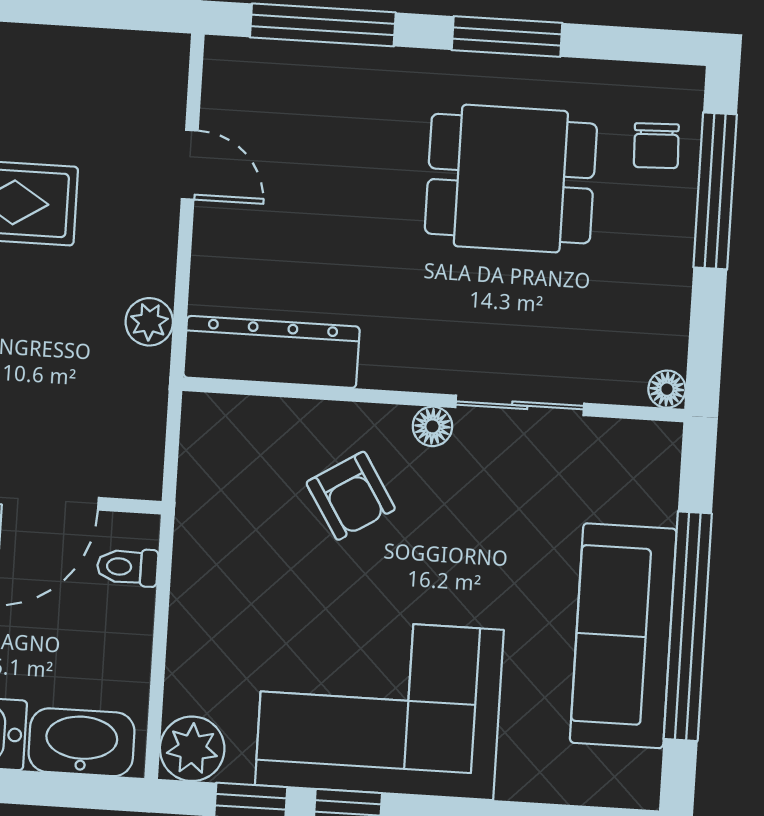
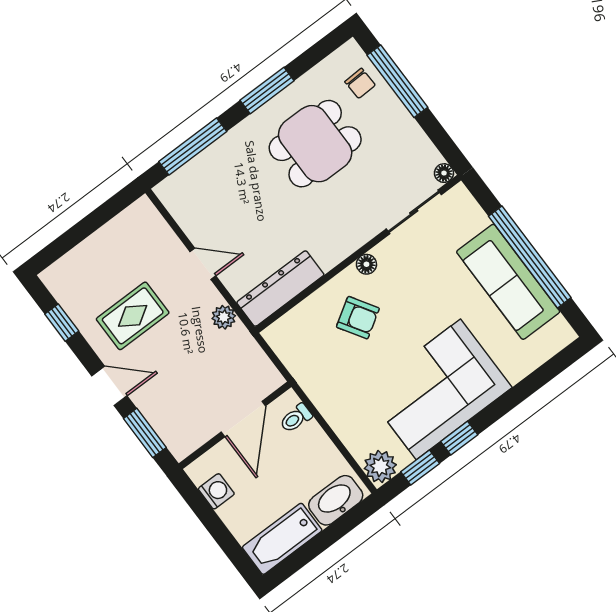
door: (190, 165) -> (203, 264), moved
sliding door: (520, 405) -> (414, 212), moved

